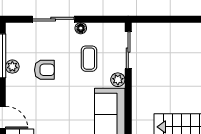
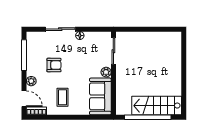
coffee table: (89, 59) -> (63, 97), moved
plant: (12, 67) -> (31, 81), moved

